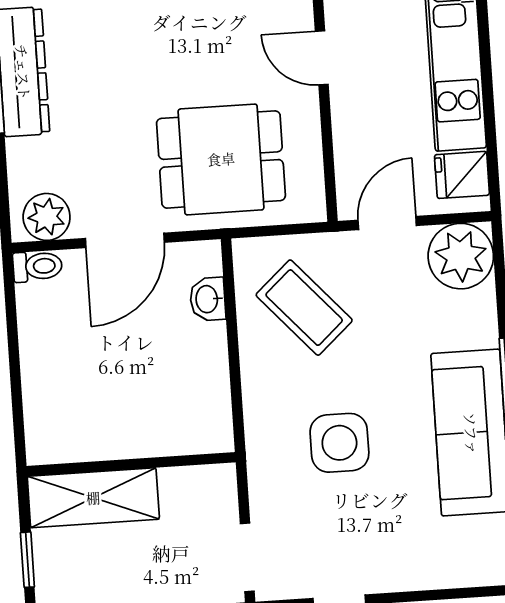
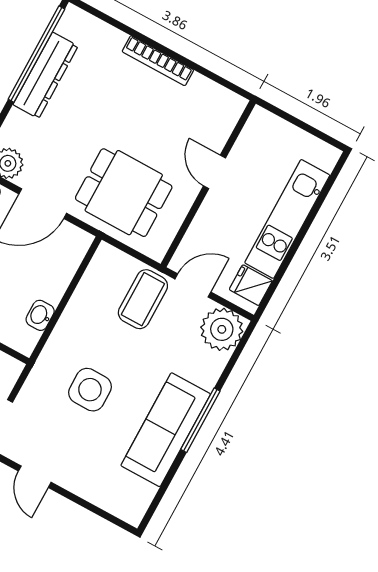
washbasin: (208, 299) -> (40, 315), moved
coffee table: (304, 308) -> (143, 299), moved, turned 42

